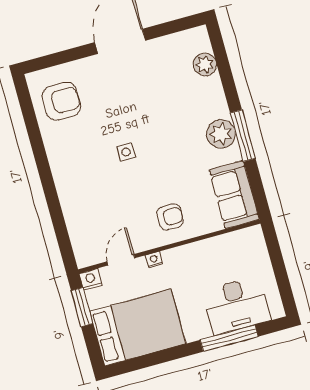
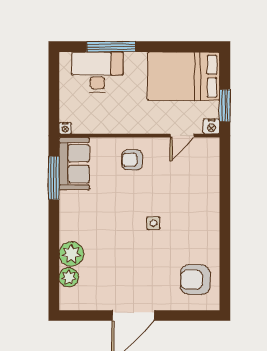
plant: (221, 134) -> (71, 254), moved
window: (243, 136) -> (54, 178), moved
nightstand: (154, 260) -> (65, 128), moved

